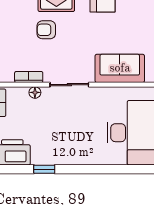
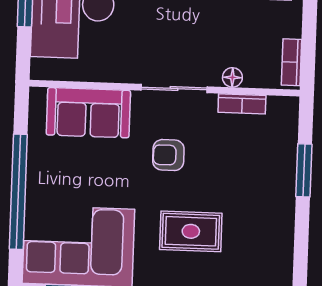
armchair: (46, 30) -> (168, 155), moved, turned 180

